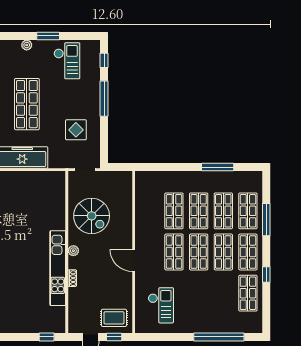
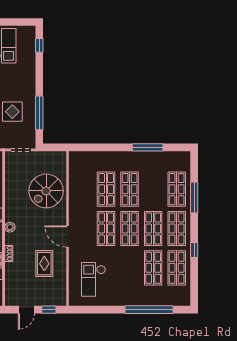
window: (104, 99) -> (39, 113), moved
shop shelf: (223, 211) -> (153, 268), moved
spiral stairs: (92, 216) -> (46, 191), moved, turned 90
checkout: (161, 305) -> (93, 279), turned 180
rug: (114, 318) -> (44, 264), moved, turned 90

